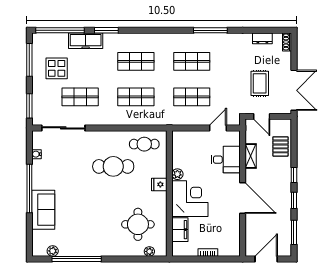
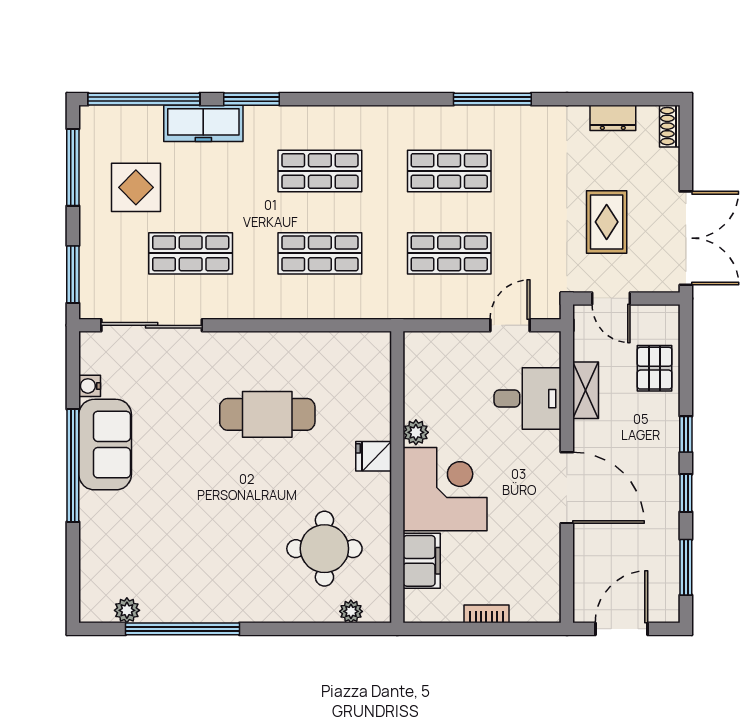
cafe table: (144, 144) -> (339, 363), removed
sofa: (43, 210) -> (105, 445), moved

